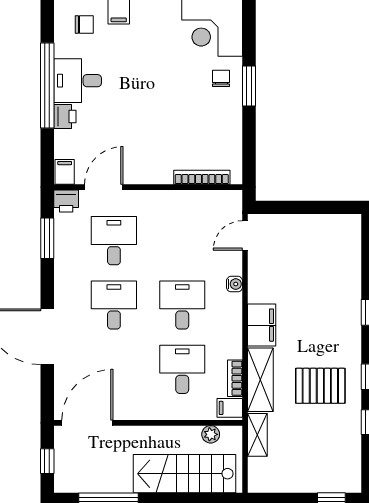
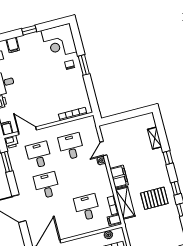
door: (104, 187) -> (27, 131), hinge flipped
door: (245, 235) -> (103, 149), moved
desk: (182, 305) -> (71, 146), moved
shelving: (257, 435) -> (155, 138), moved

